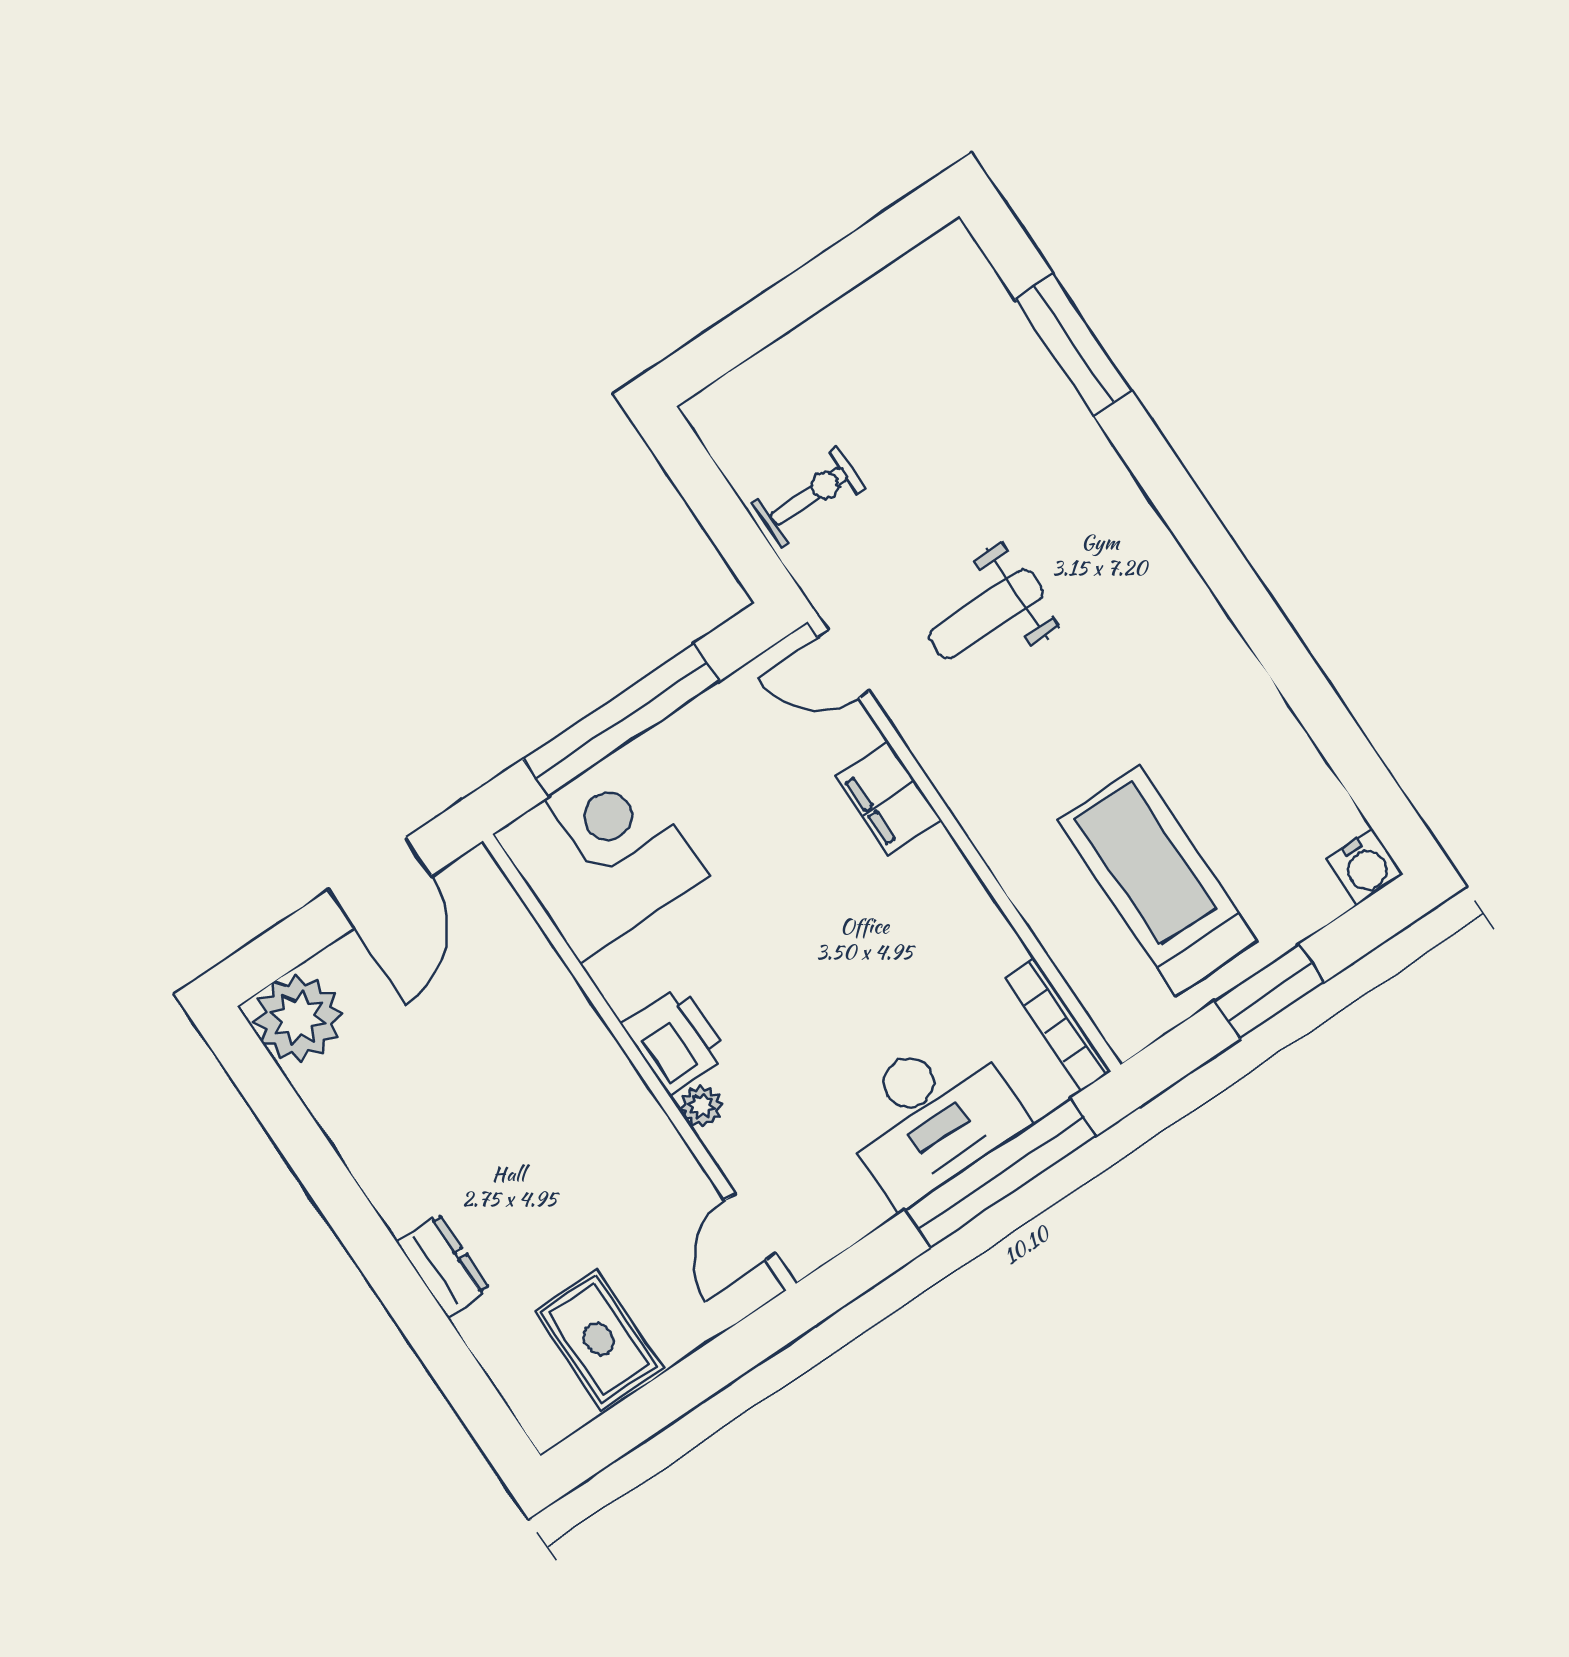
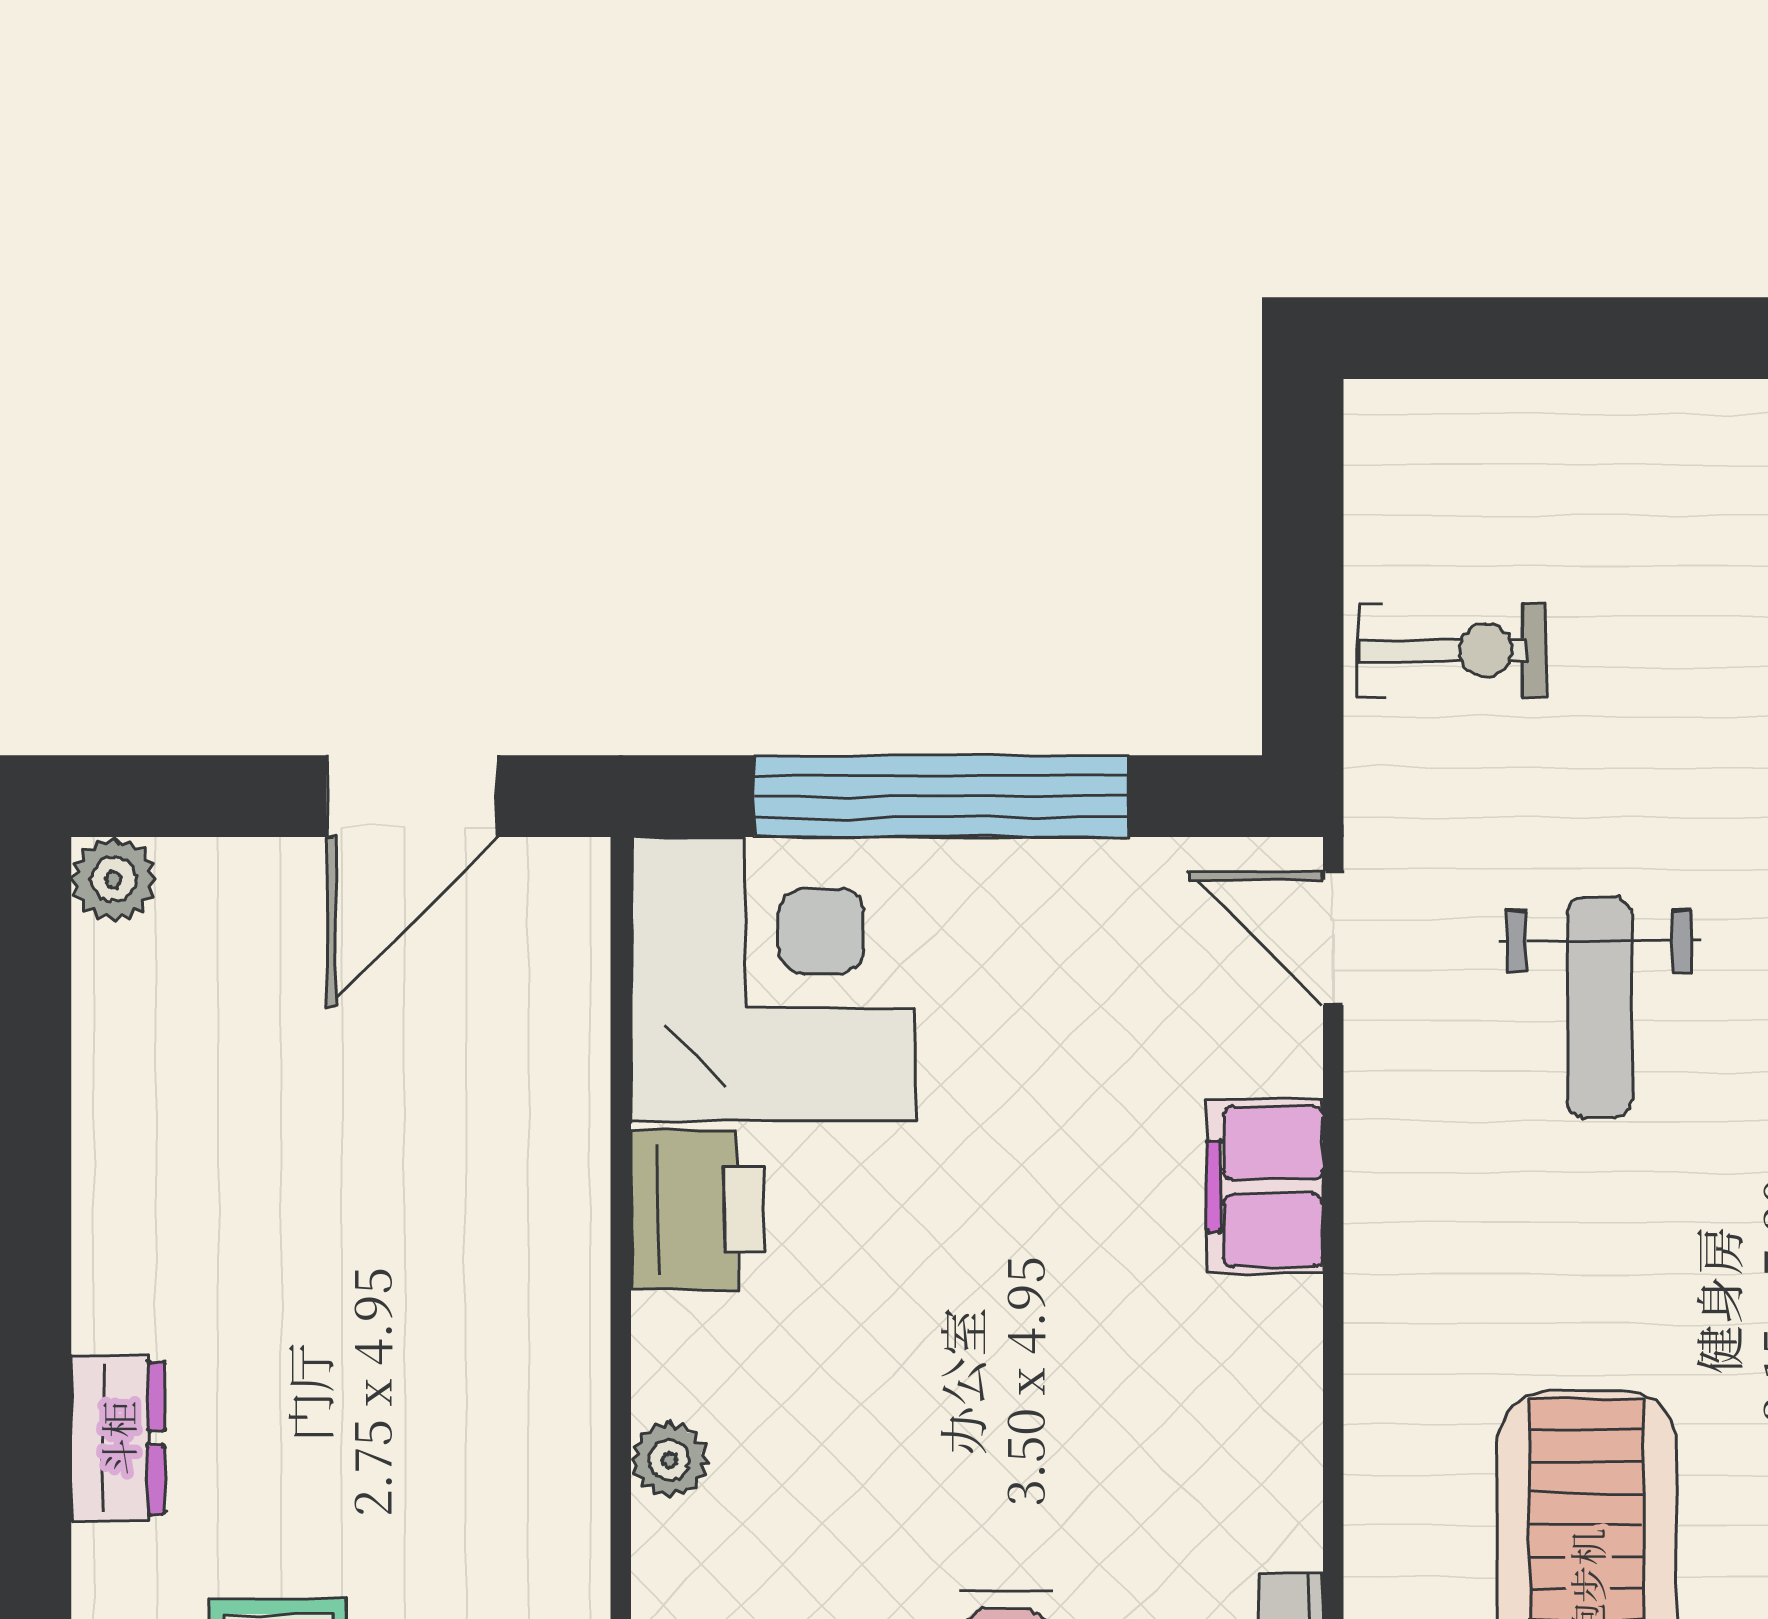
weight bench: (986, 614) -> (1599, 1008), turned -90
plant: (298, 1018) -> (114, 879), width x0.53, depth x0.53
printer: (675, 1040) -> (697, 1209), moved

